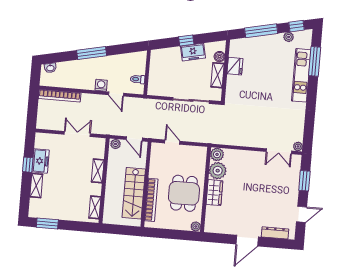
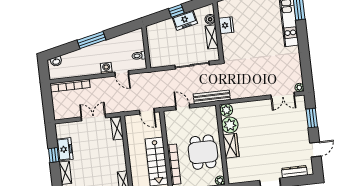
bench: (205, 138) -> (212, 97), added
plant: (116, 144) -> (131, 120), removed
shelving: (98, 171) -> (117, 129), moved

